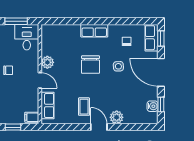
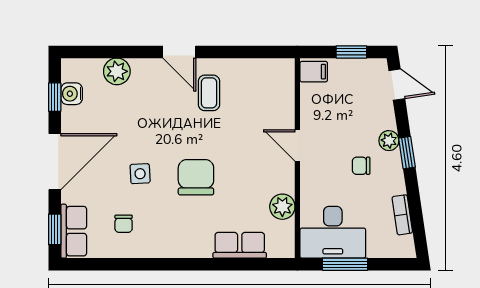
row of seats: (94, 31) -> (240, 245), moved
desk: (27, 37) -> (333, 232), width x1.37
plant: (47, 62) -> (282, 207), moved
door: (161, 72) -> (55, 162), hinge flipped
row of seats: (48, 106) -> (282, 95), removed
plant: (117, 117) -> (117, 71), moved

